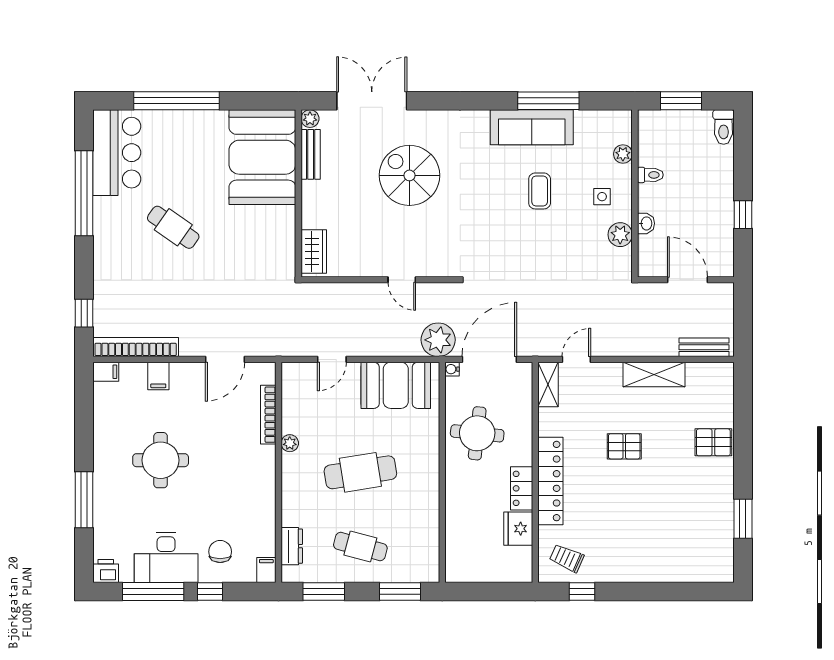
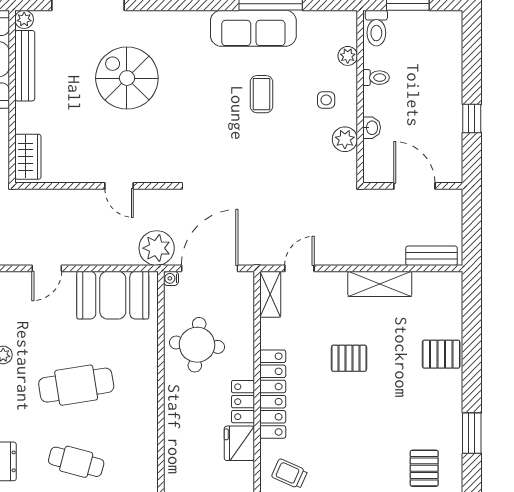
toilet: (724, 127) -> (376, 28), moved
bench: (311, 154) -> (25, 66), width x1.36
pallet: (697, 553) -> (424, 468), added

